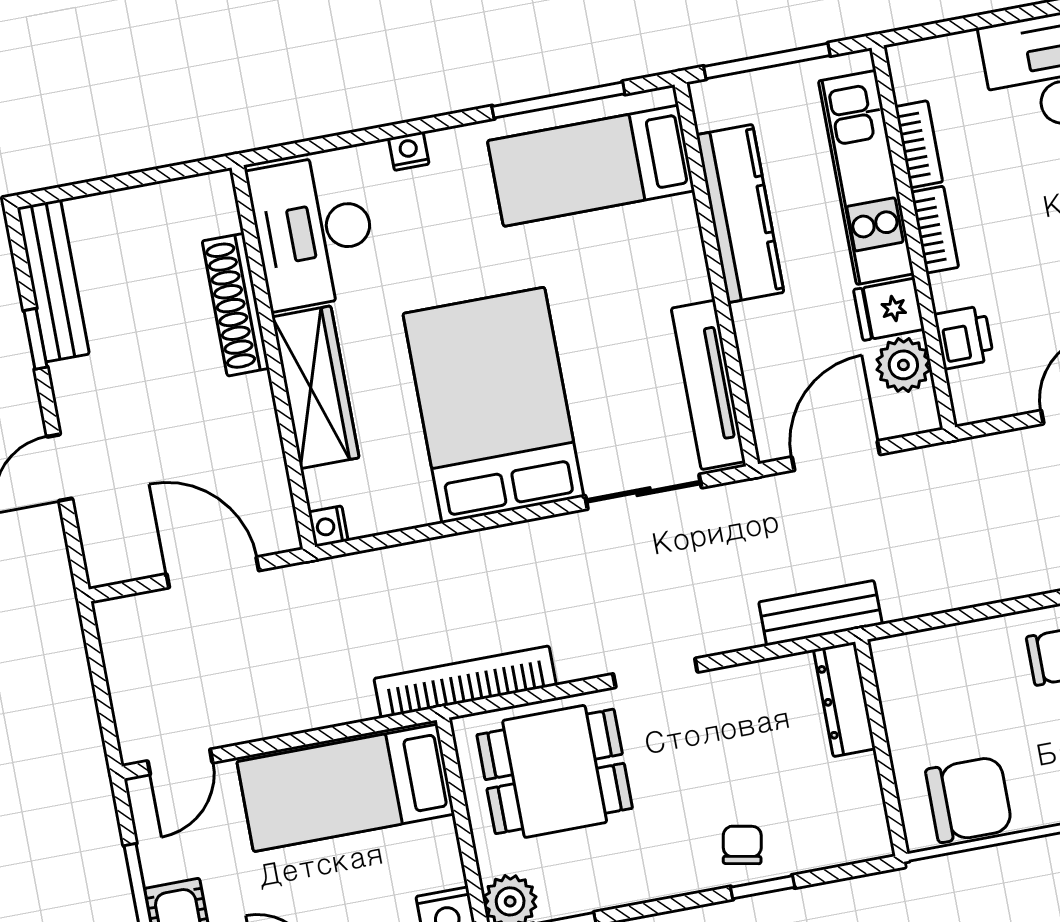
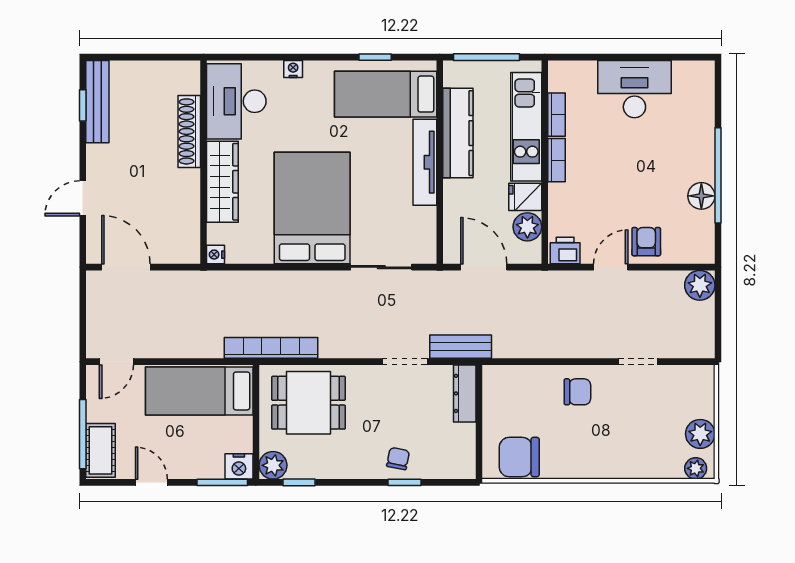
window: (558, 100) -> (375, 57), width x0.46
printer: (964, 337) -> (565, 251), moved, turned -90
window: (35, 339) -> (83, 105), moved
tv unit: (708, 385) -> (425, 162), moved
door: (836, 456) -> (484, 267), hinge flipped
door: (213, 572) -> (126, 267), moved
doorway: (655, 673) -> (405, 362), moved
chair: (969, 799) -> (519, 457), turned 180

